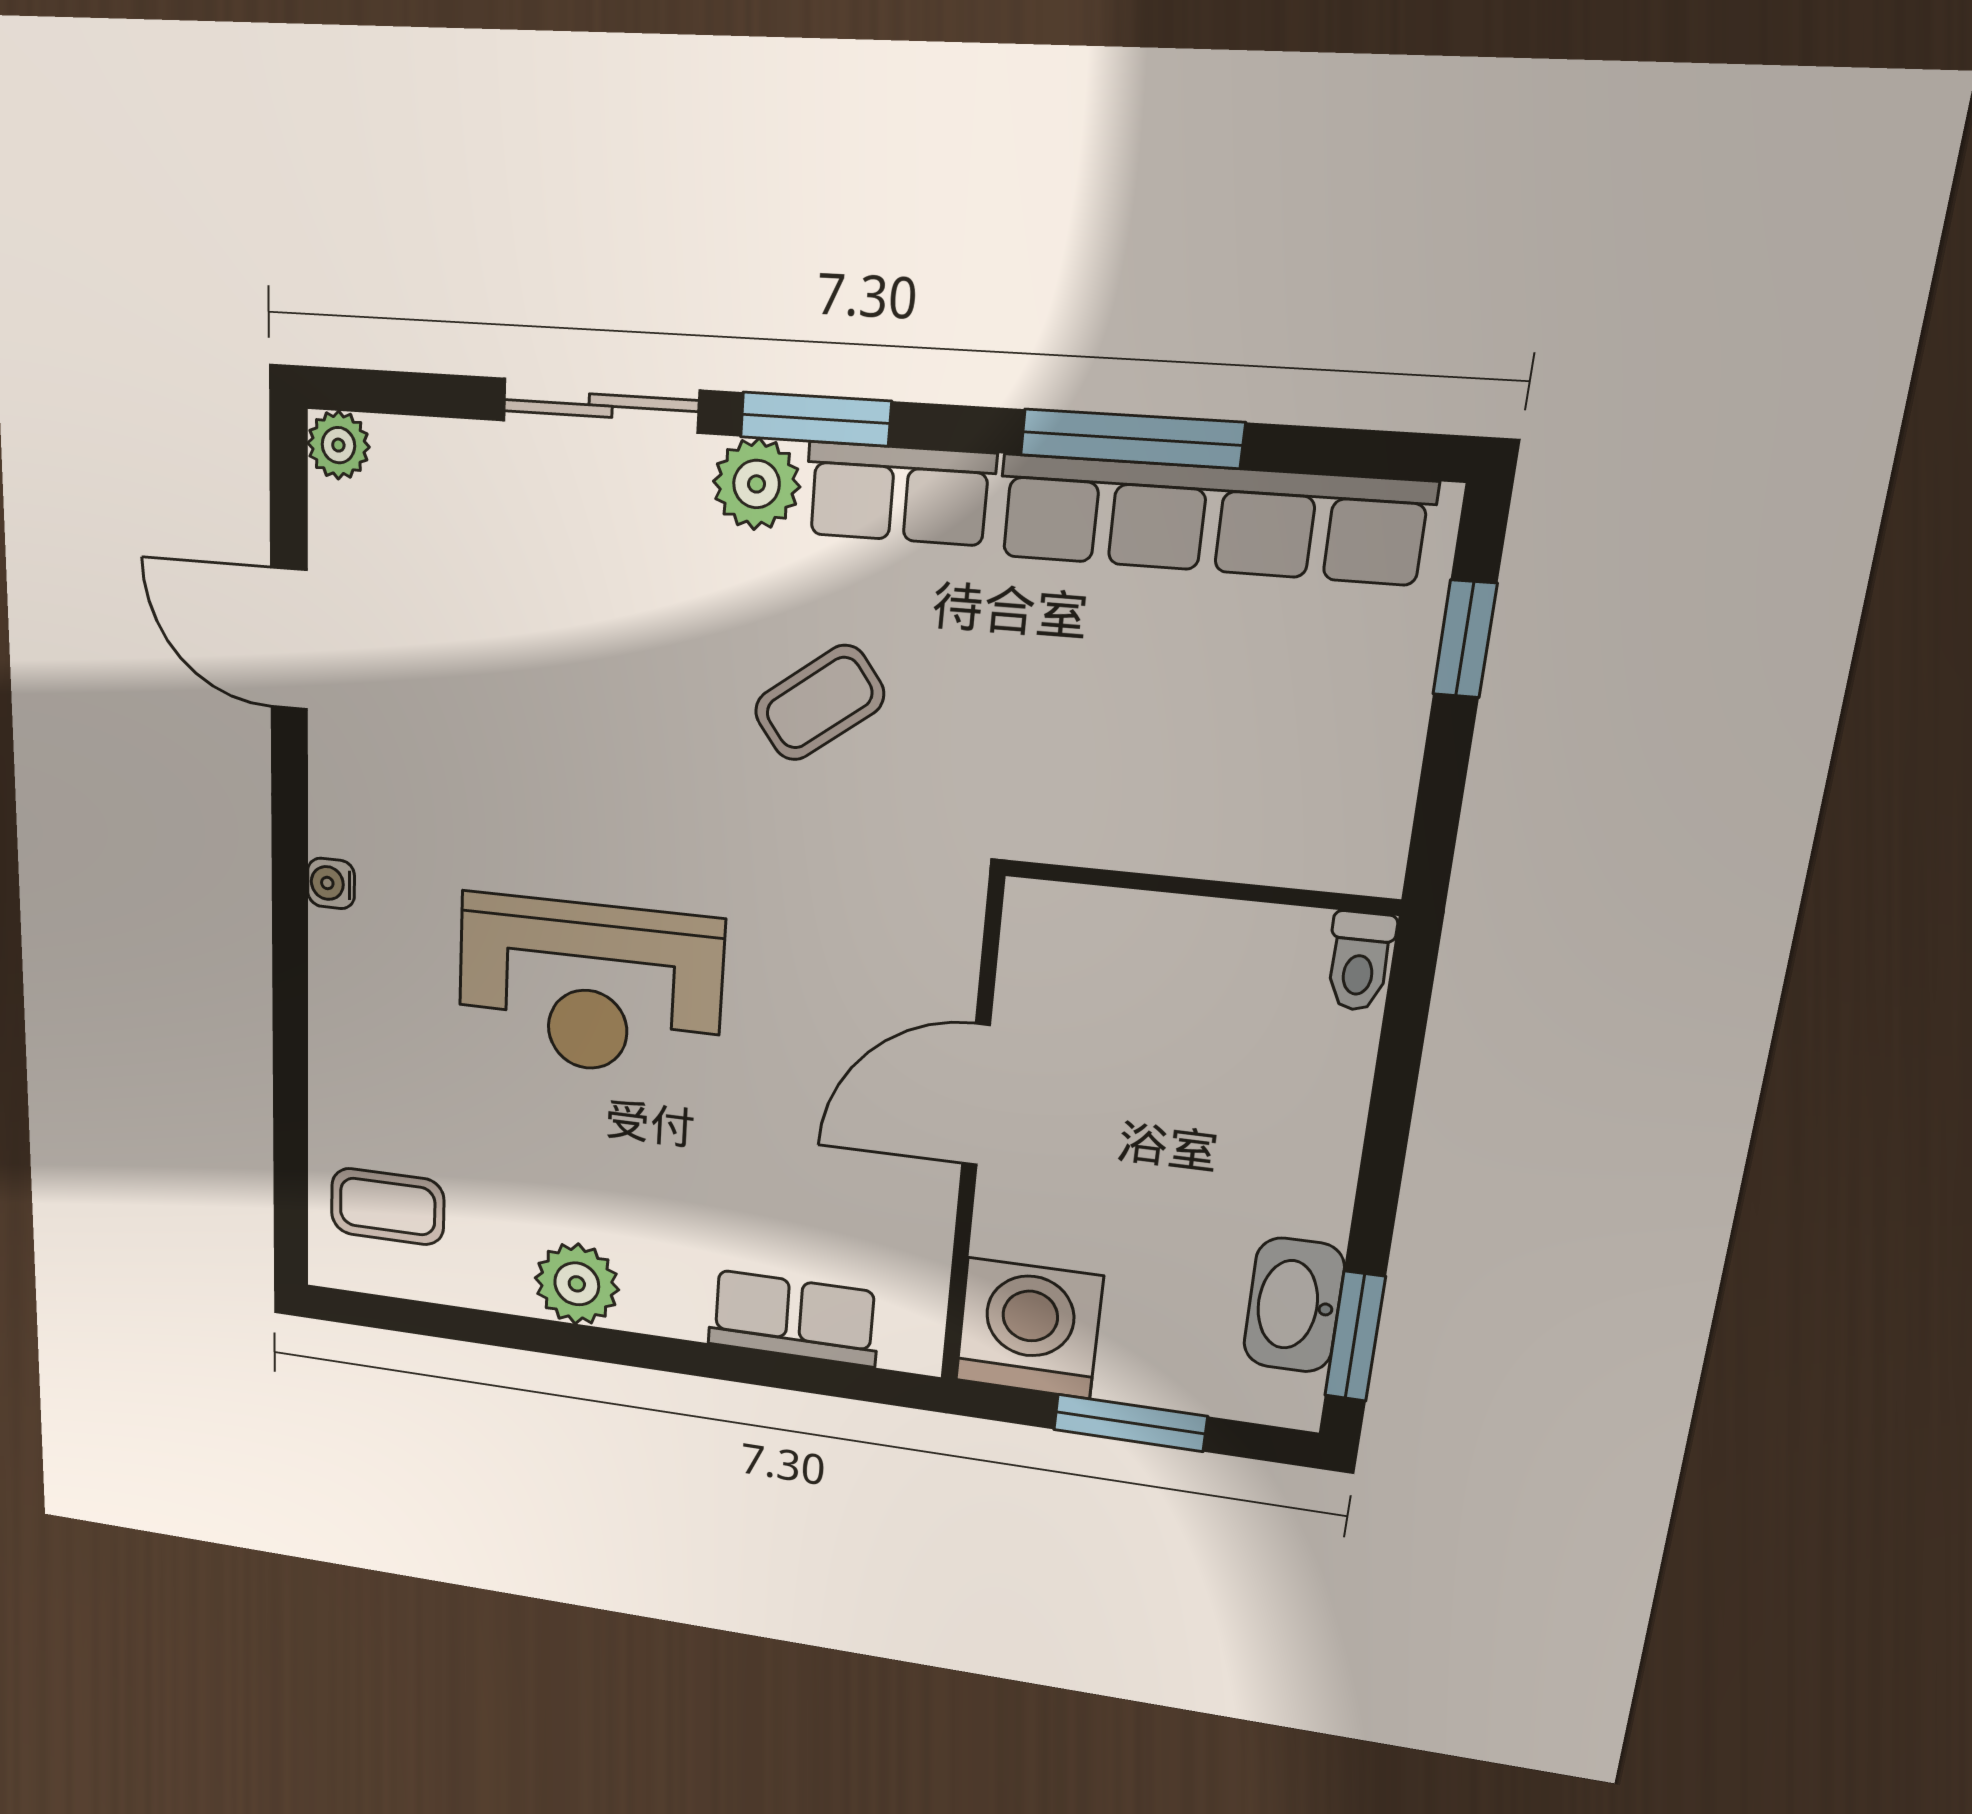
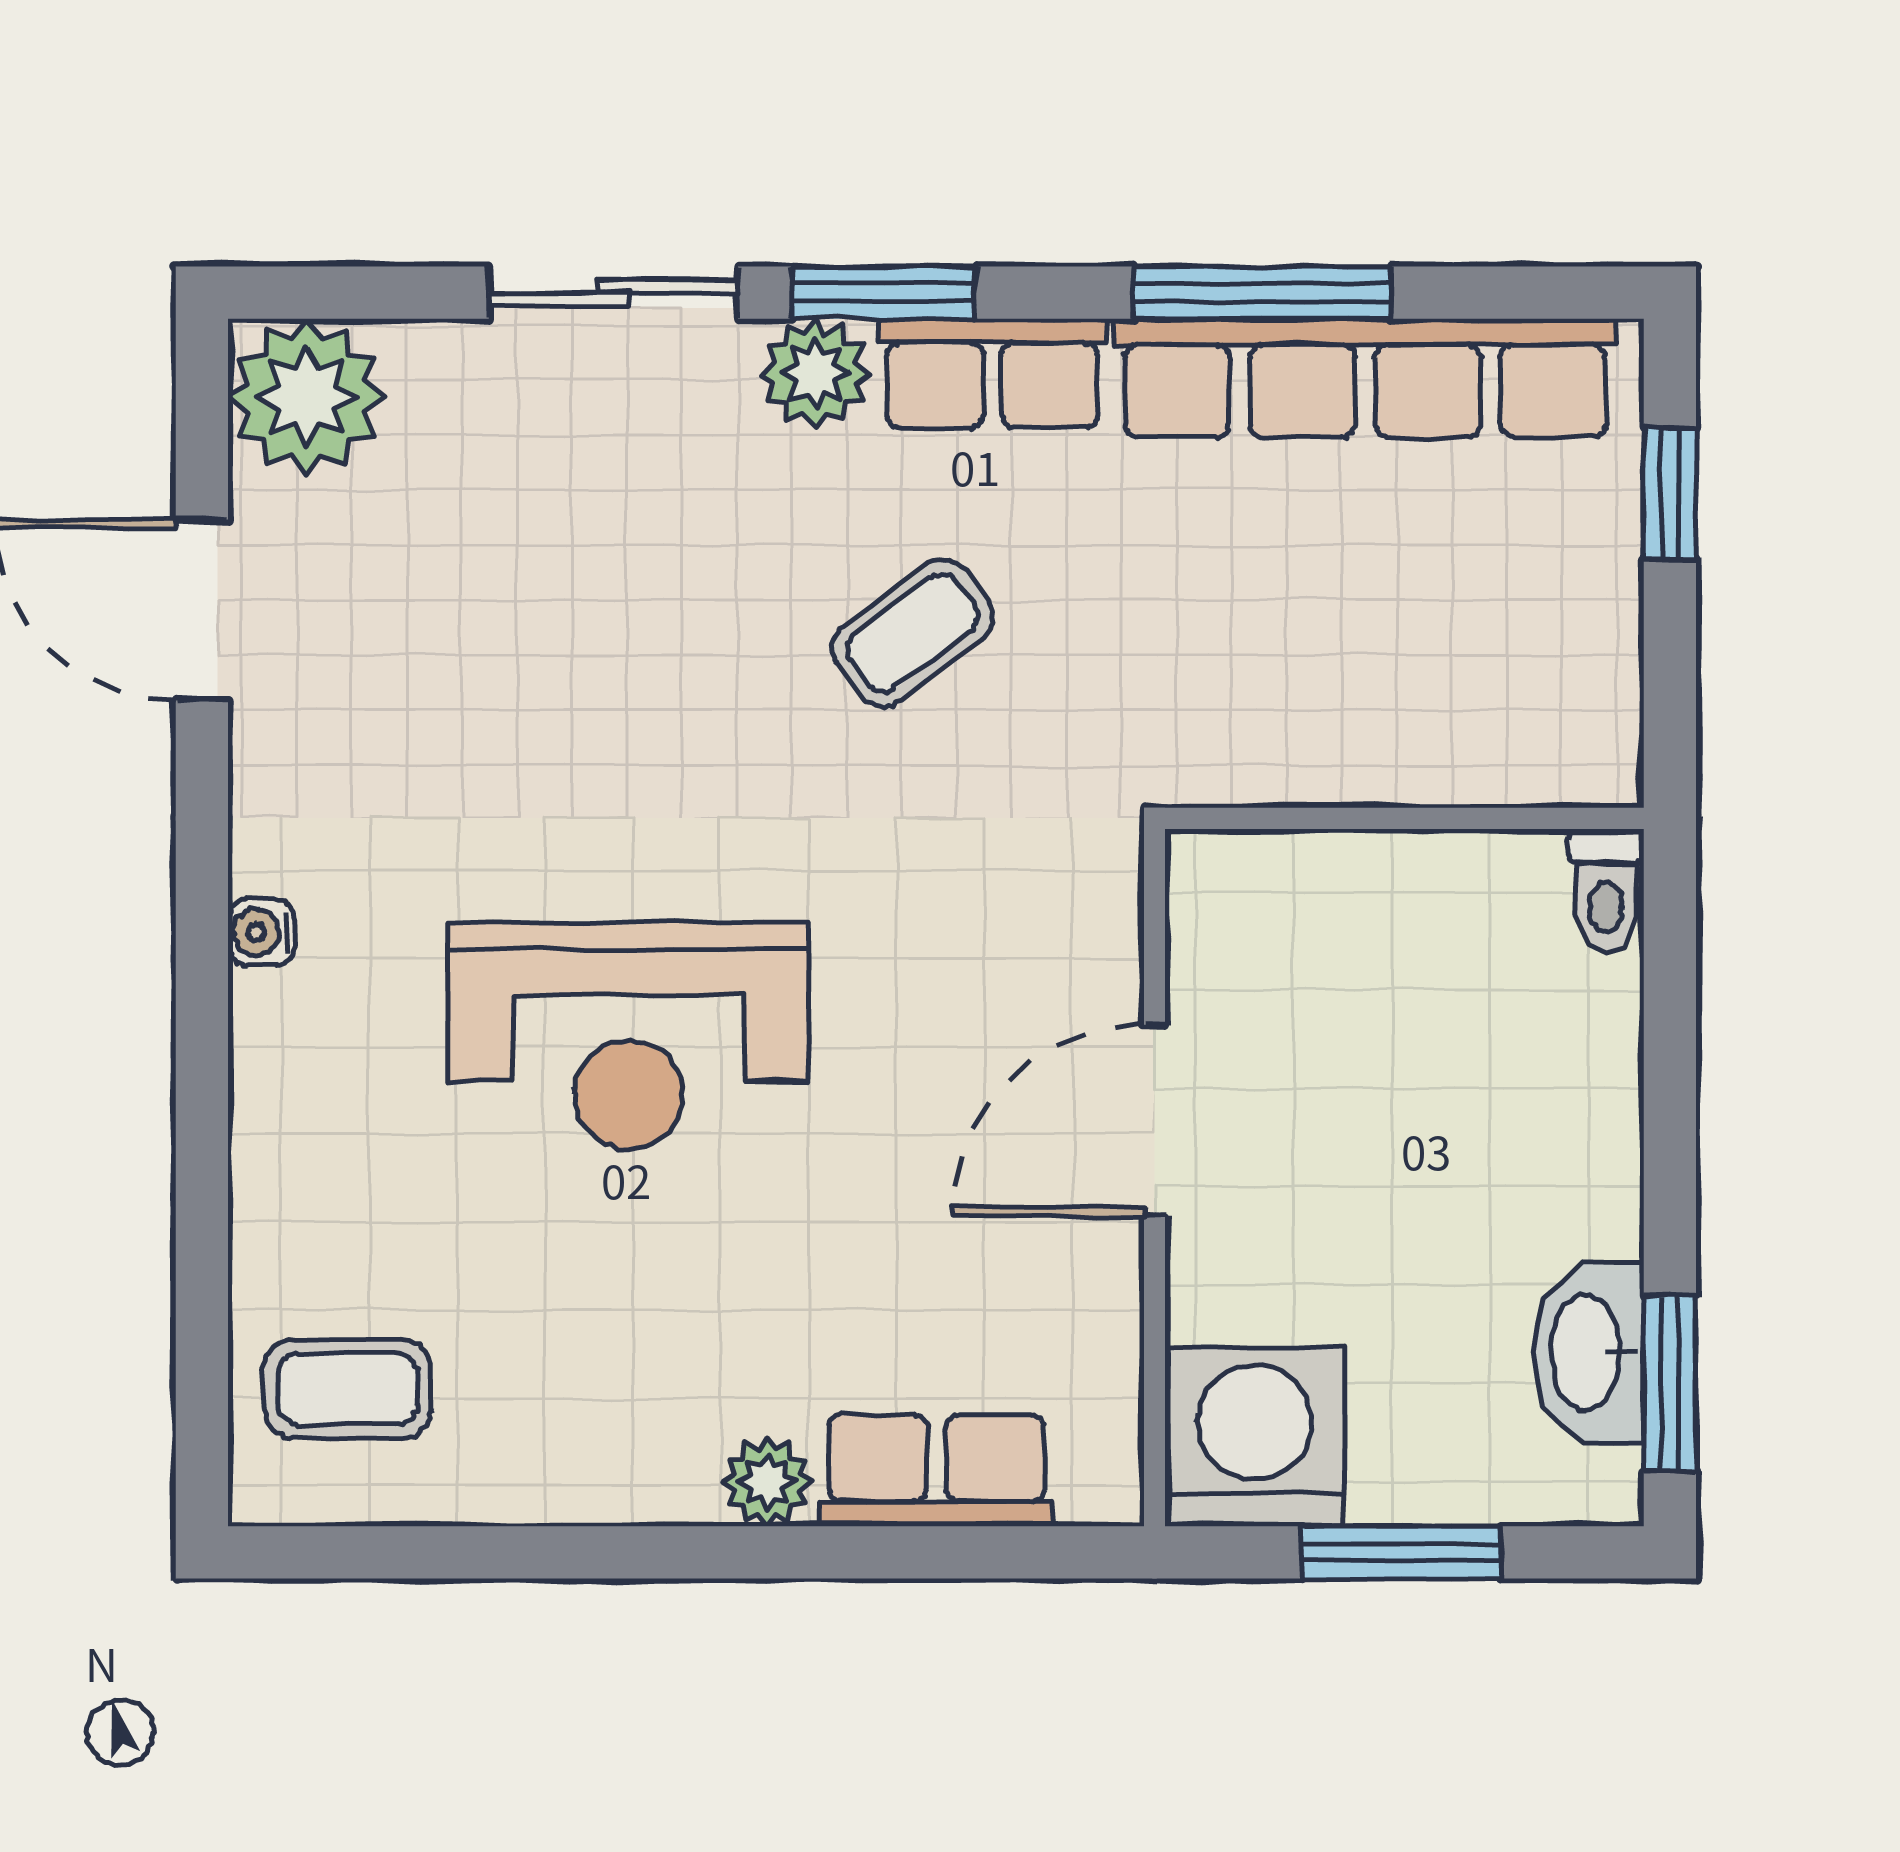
plant: (338, 445) -> (306, 397), width x1.88, depth x1.88
plant: (577, 1284) -> (767, 1482), moved, width x0.73, depth x0.73

